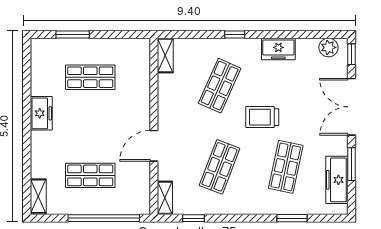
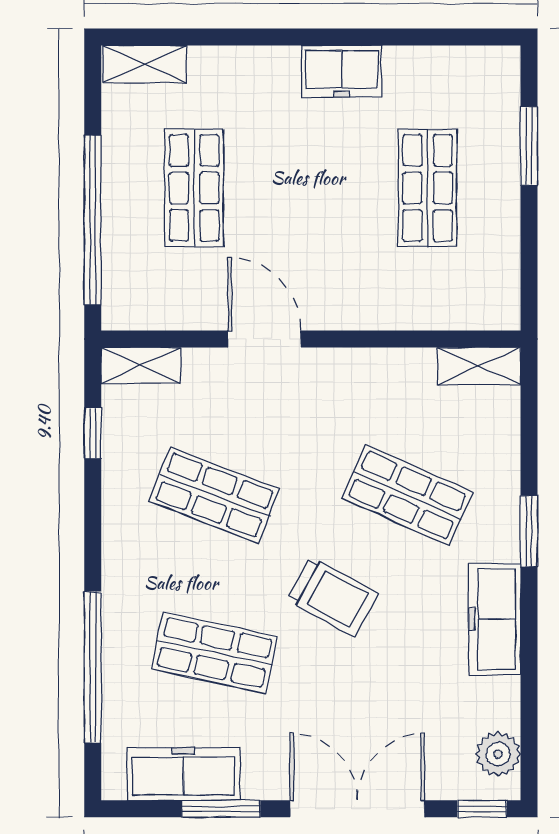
window: (235, 34) -> (529, 531), width x1.50
freezer: (278, 49) -> (495, 619), width x1.40
trolley: (262, 117) -> (333, 597), turned 119
window: (292, 218) -> (93, 667), width x2.11

